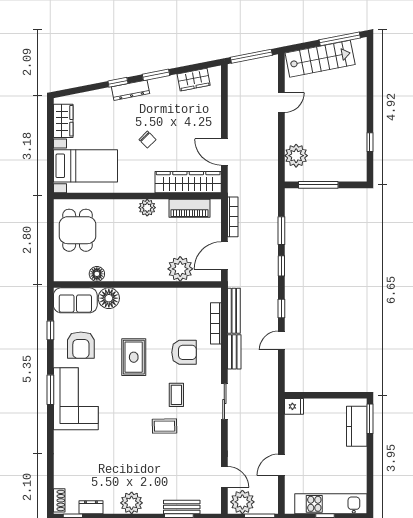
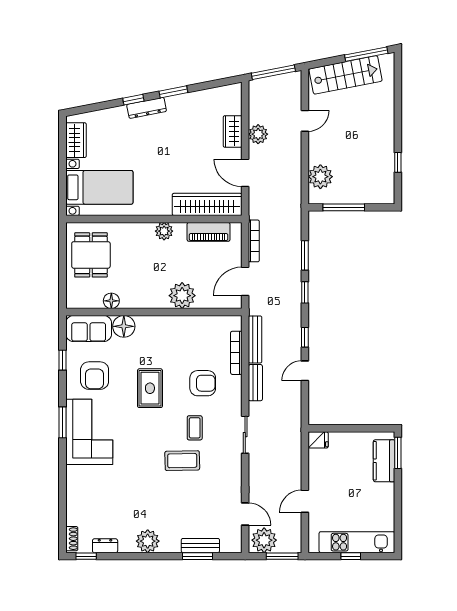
wardrobe: (194, 80) -> (233, 131), moved, turned 101
plant: (237, 115) -> (258, 134), added
chair: (147, 140) -> (164, 160), removed
plant: (180, 269) -> (182, 296), moved
coffee table: (164, 426) -> (182, 461), width x1.36, depth x1.30

